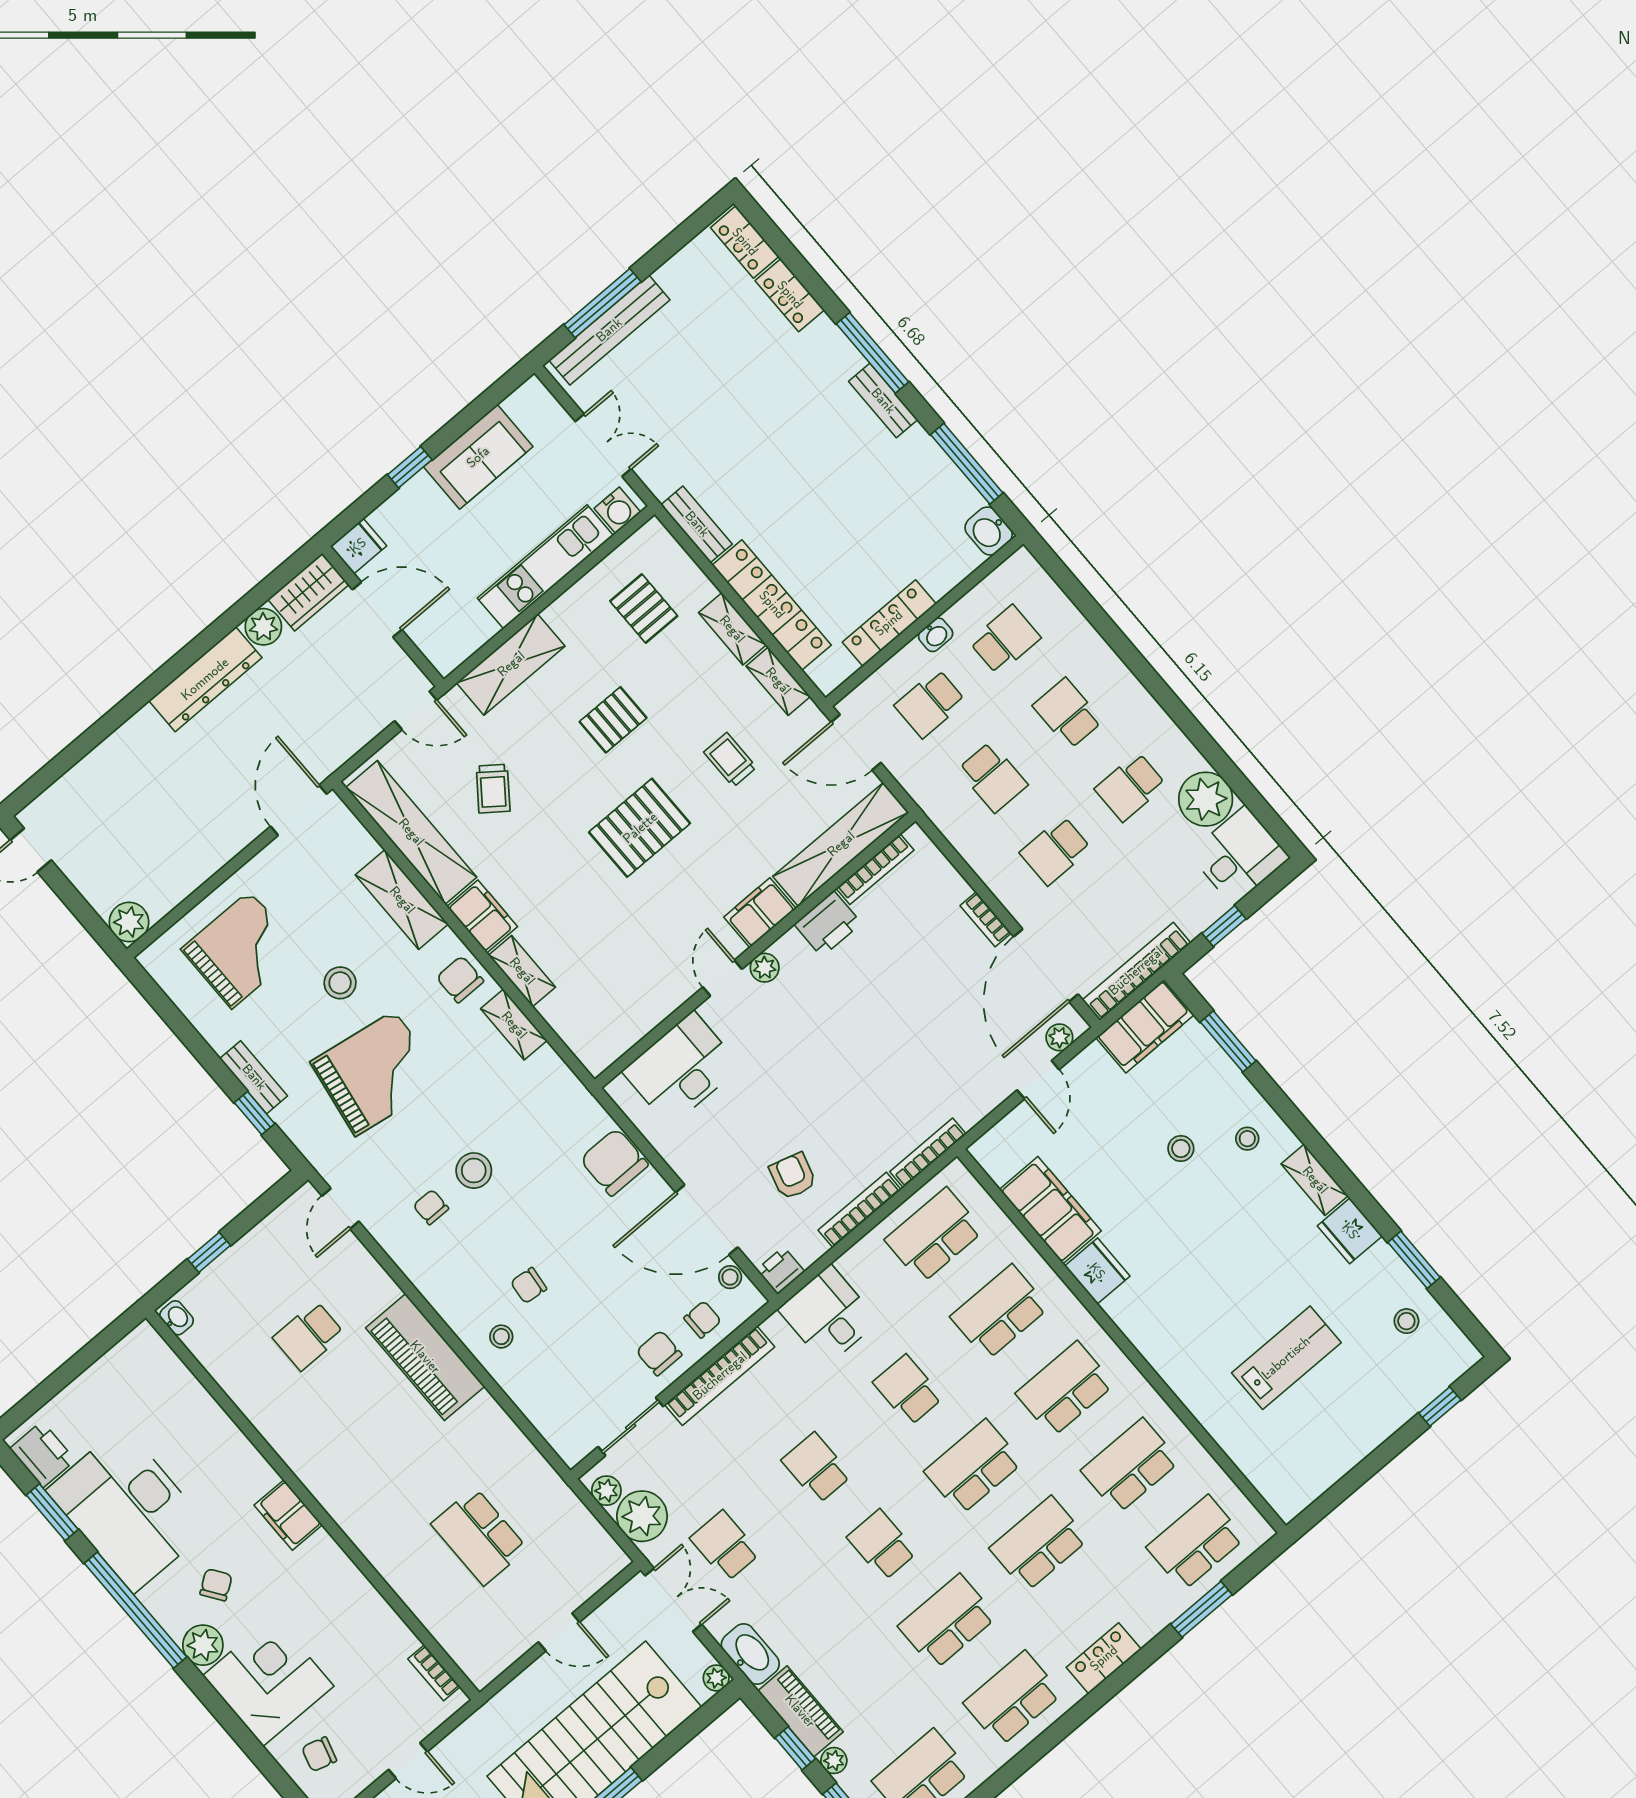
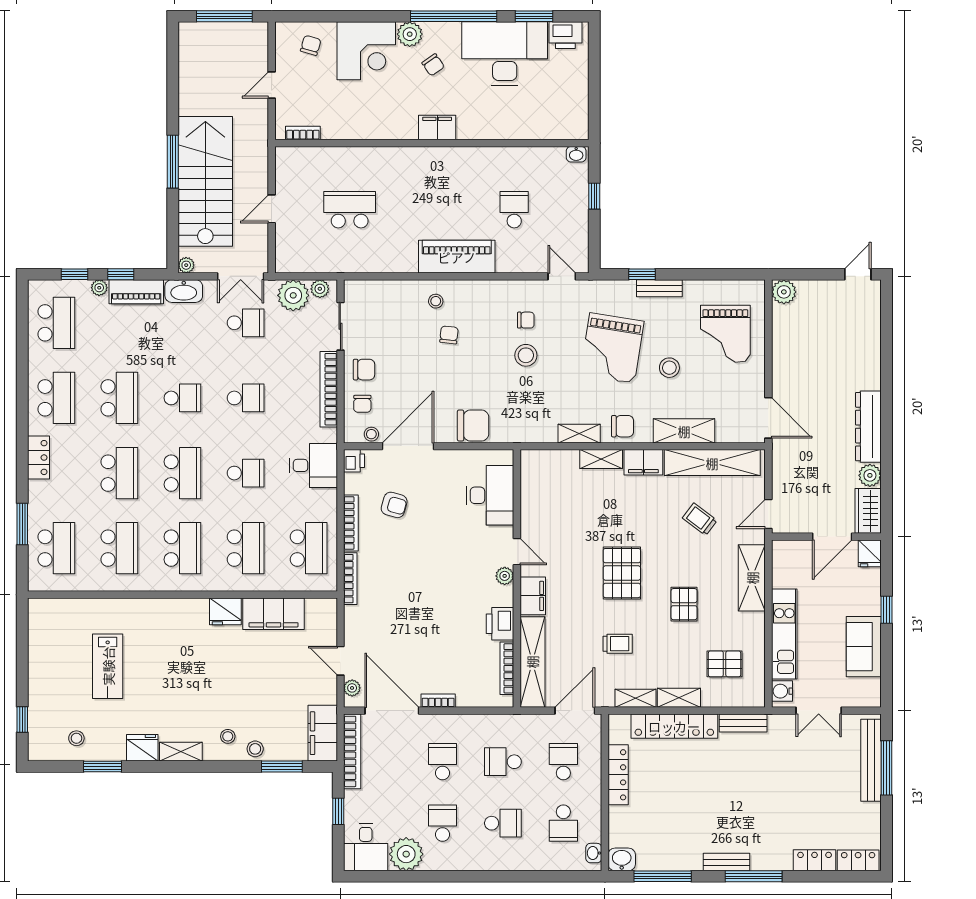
washbasin: (936, 635) -> (594, 853), moved
stool: (1181, 1148) -> (255, 749), moved

